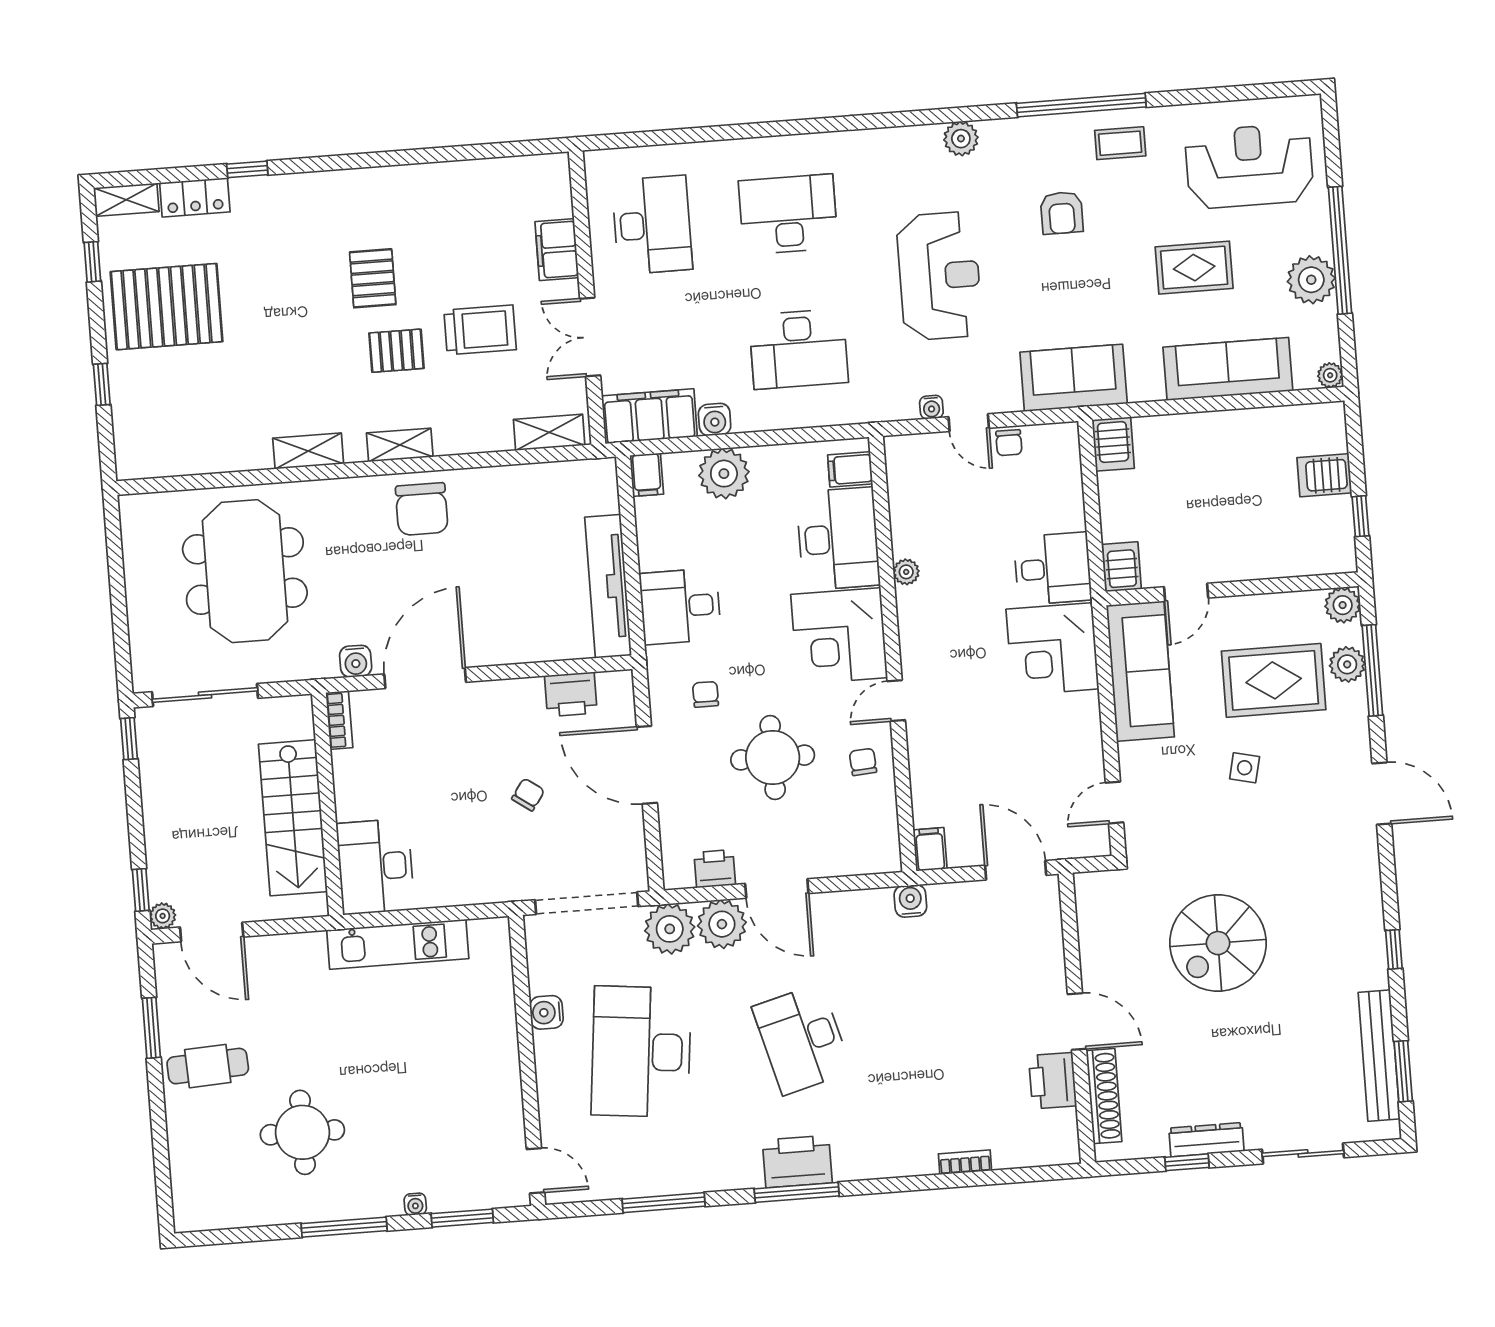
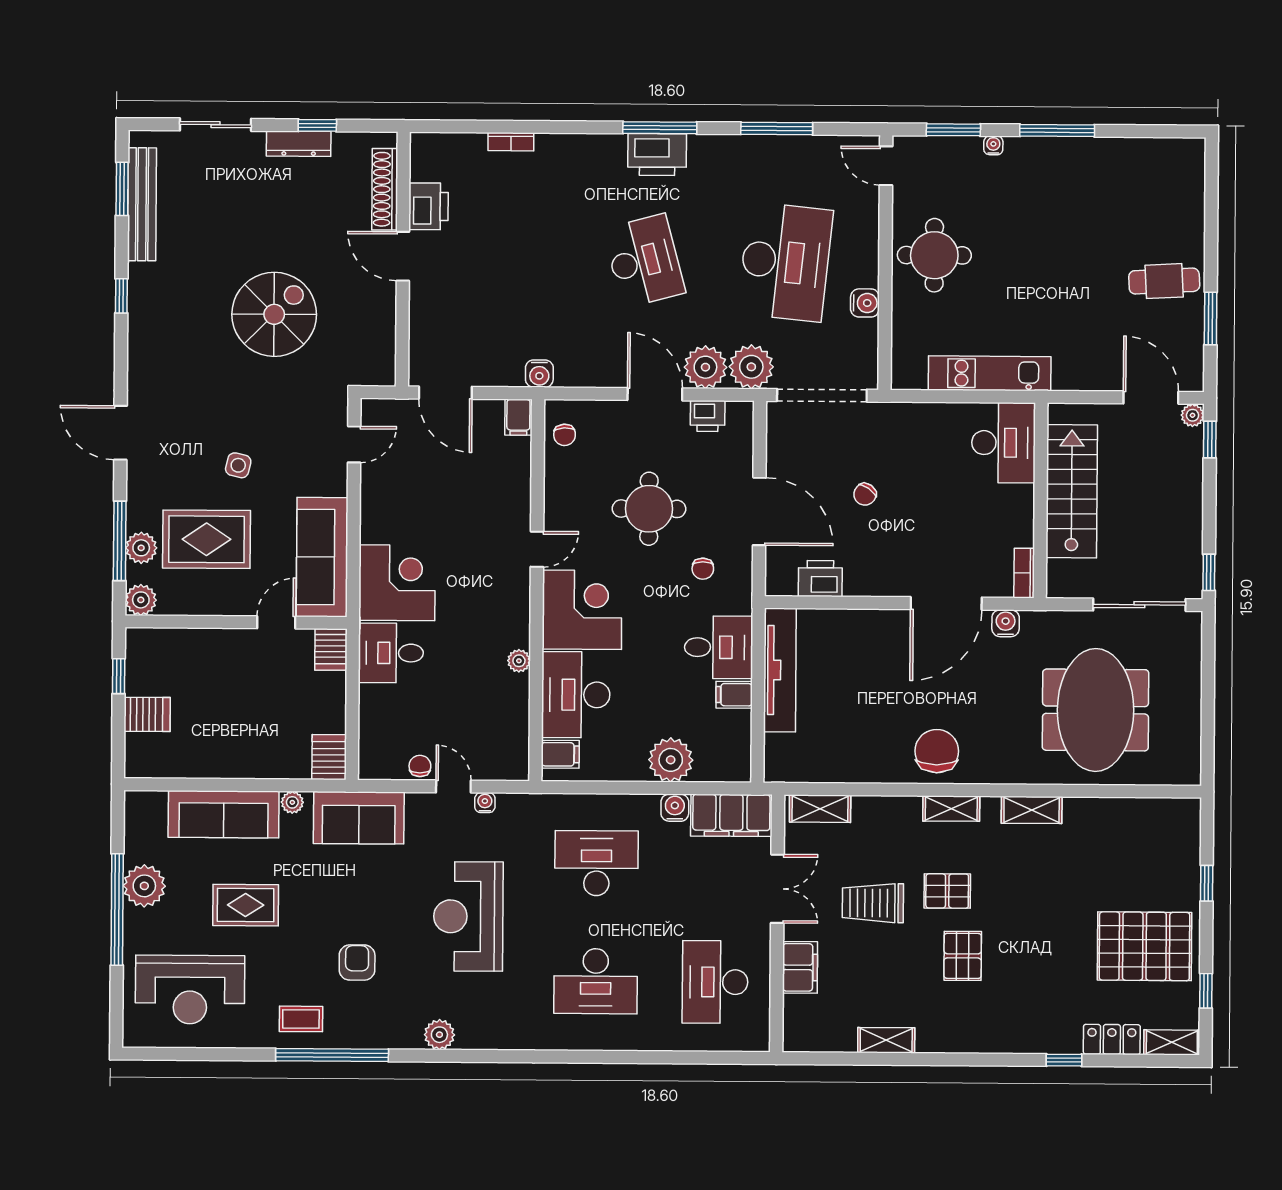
shelving: (452, 175) -> (886, 1040), added
plant: (1330, 375) -> (292, 802), moved
filing cabinet: (647, 475) -> (734, 695), moved, turned -90
chair: (863, 762) -> (565, 435), moved
round table: (302, 1132) -> (934, 255), moved

